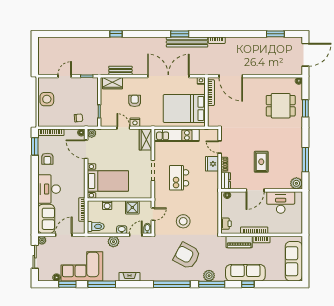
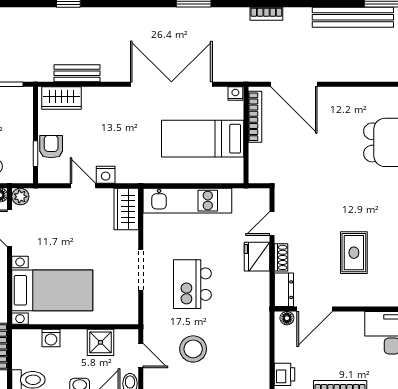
bench: (187, 42) -> (353, 17), moved
armchair: (135, 101) -> (51, 147), moved
bed: (184, 108) -> (203, 139), width x0.67
door: (220, 147) -> (272, 224), hinge flipped
door: (255, 190) -> (315, 309), moved
door: (153, 214) -> (141, 356), hinge flipped
stool: (183, 221) -> (193, 349), moved

